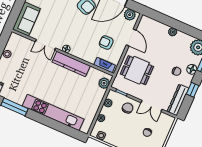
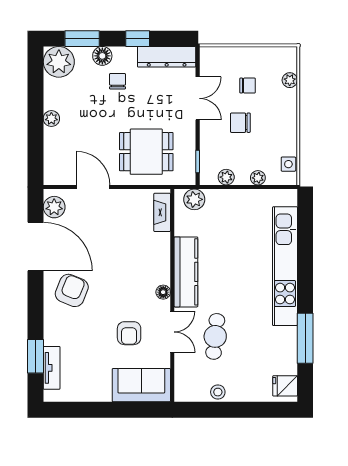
door: (131, 37) -> (93, 187), hinge flipped
armchair: (106, 43) -> (129, 333), moved
cafe table: (34, 64) -> (215, 336), added
dining table: (137, 70) -> (146, 152), turned 90
chair: (128, 108) -> (240, 123), moved

